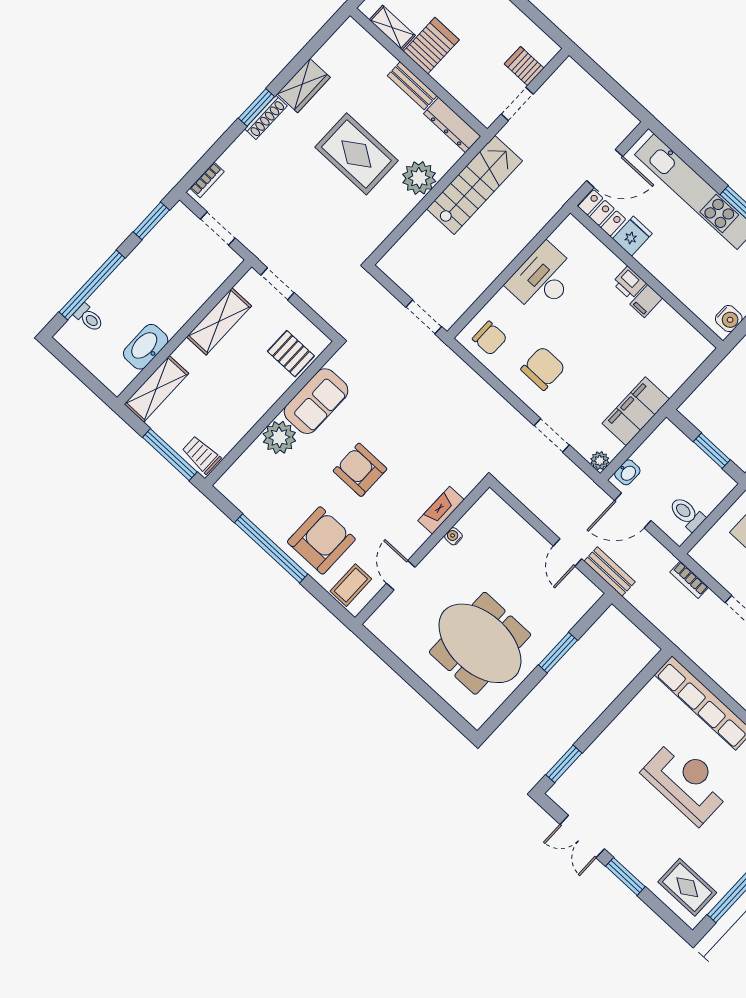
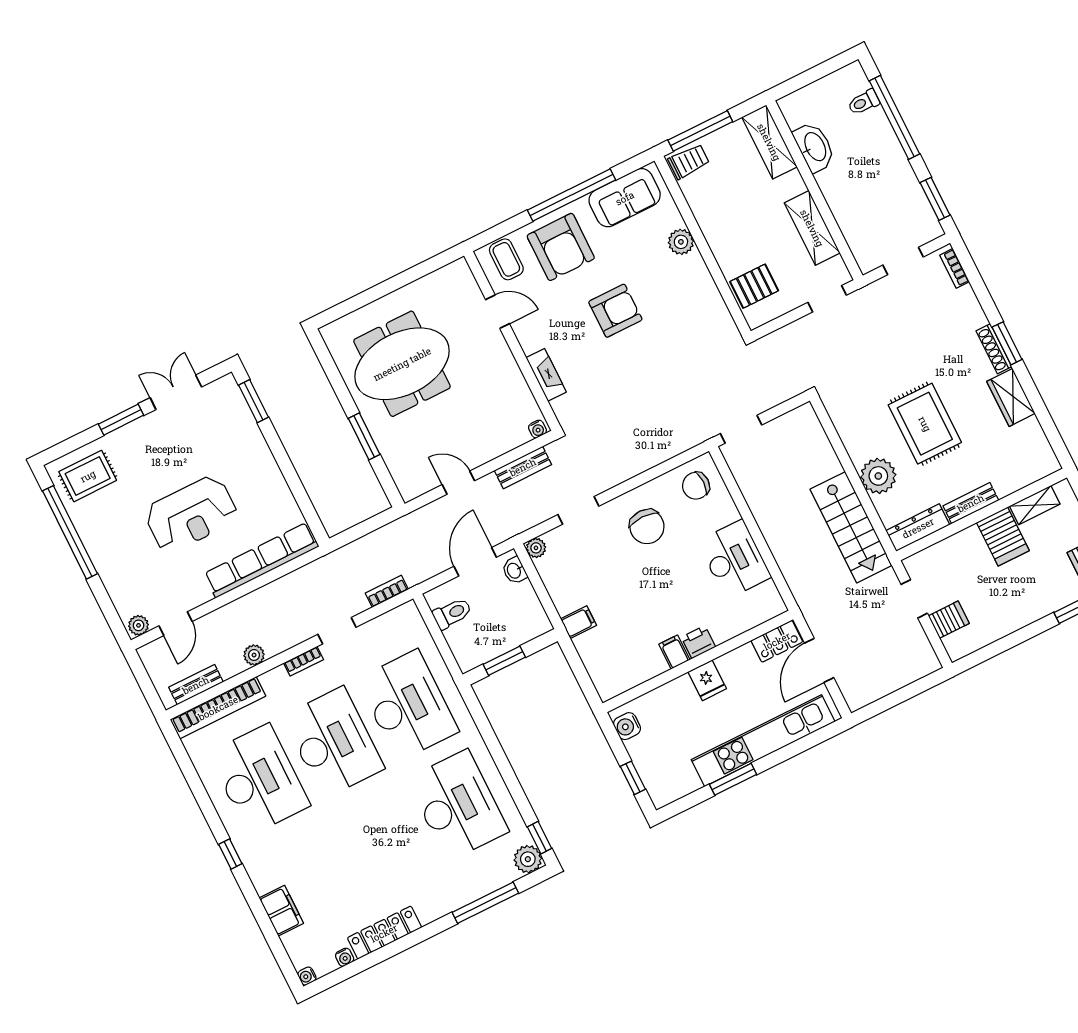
rug: (356, 154) -> (925, 424), turned 90
fridge: (632, 236) -> (707, 680), moved
sofa: (316, 401) -> (625, 198), moved, turned -90
filing cabinet: (636, 411) -> (579, 622), width x0.33, depth x0.86
plant: (279, 437) -> (681, 242), width x0.73, depth x0.73
water cooler: (453, 536) -> (537, 429), moved, turned 90
bench: (610, 572) -> (523, 467), moved

